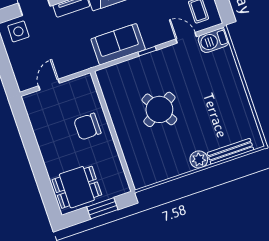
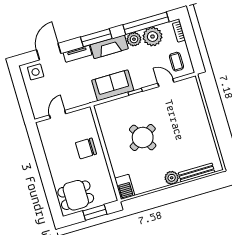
barbecue: (214, 41) -> (125, 187), moved, turned -90

